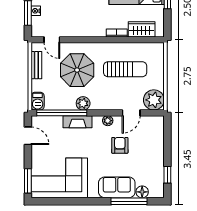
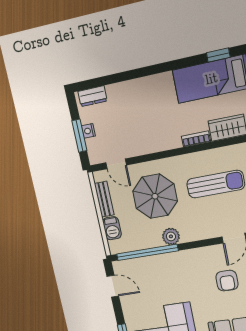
barbecue: (38, 101) -> (112, 228), moved
plant: (108, 121) -> (206, 253), removed
fireplace: (78, 122) -> (169, 260), removed
armchair: (120, 145) -> (227, 281), turned 180

